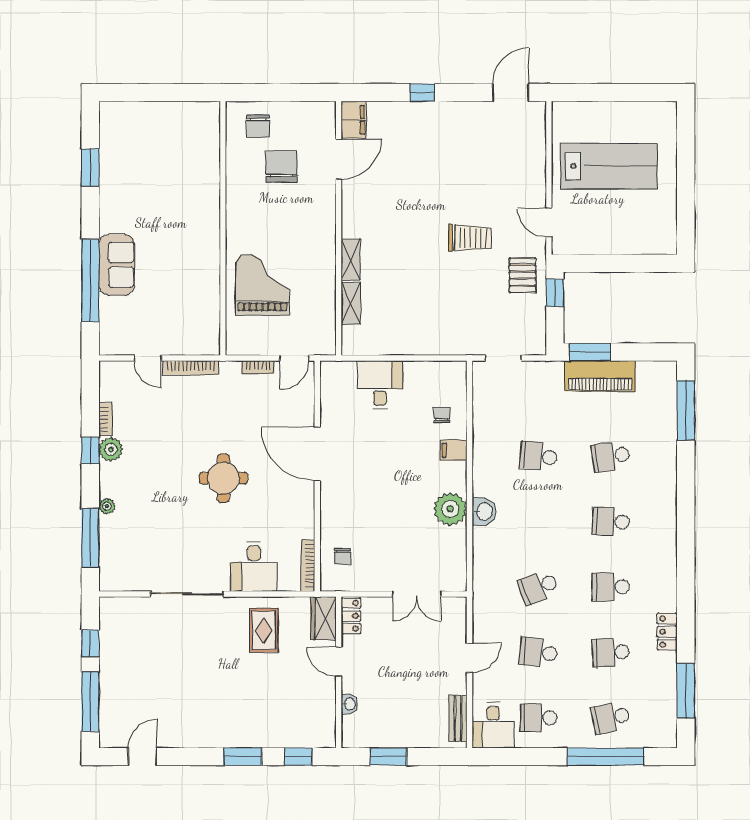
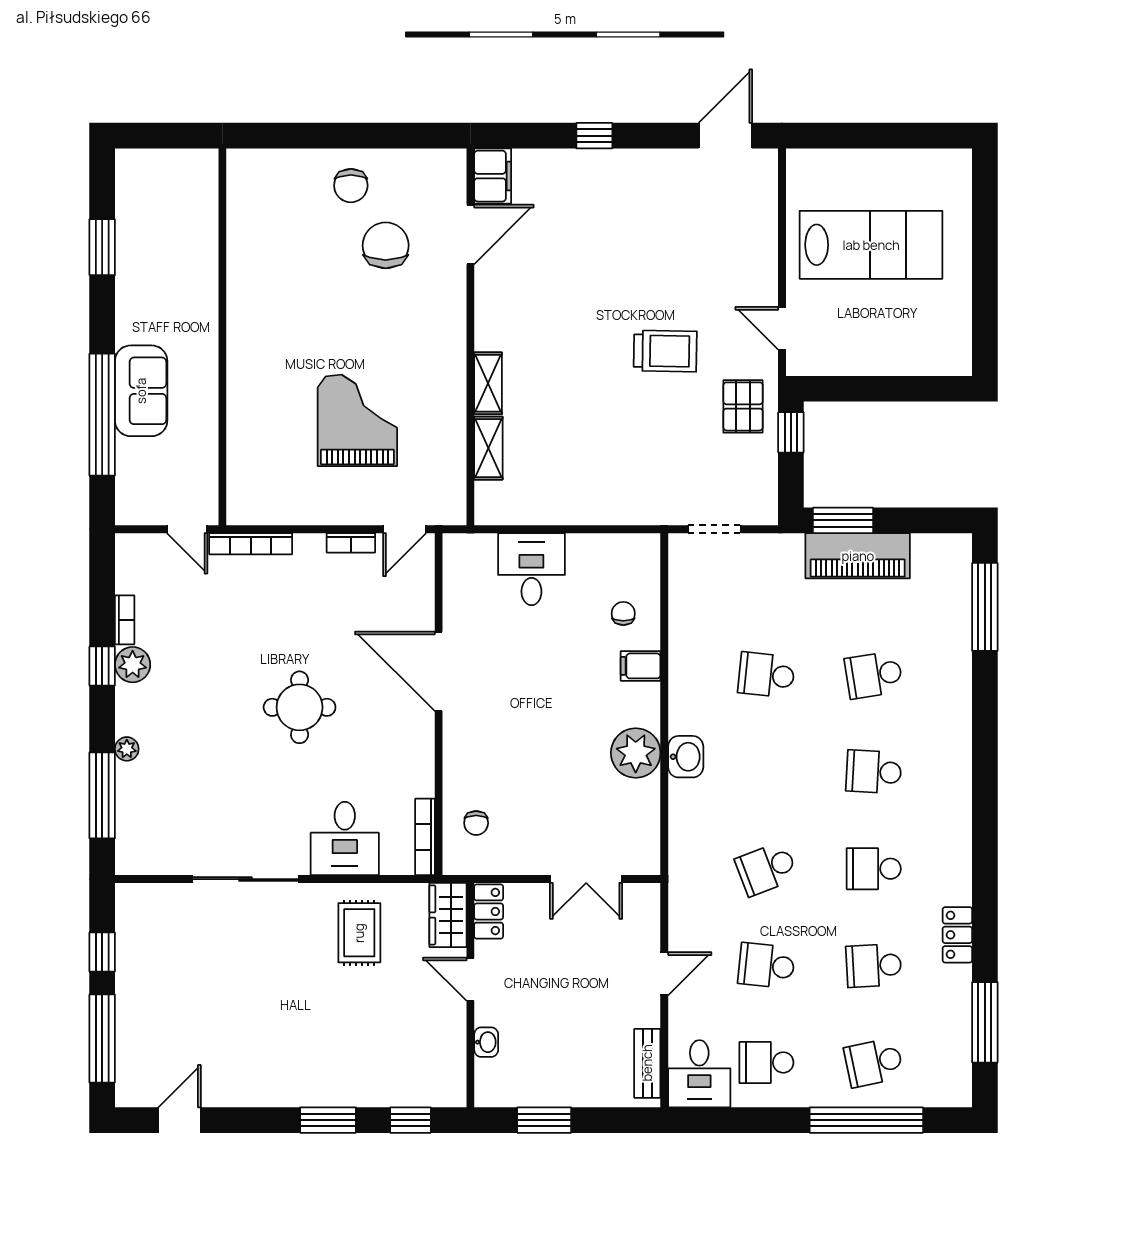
wall: (223, 228) -> (222, 337), moved

